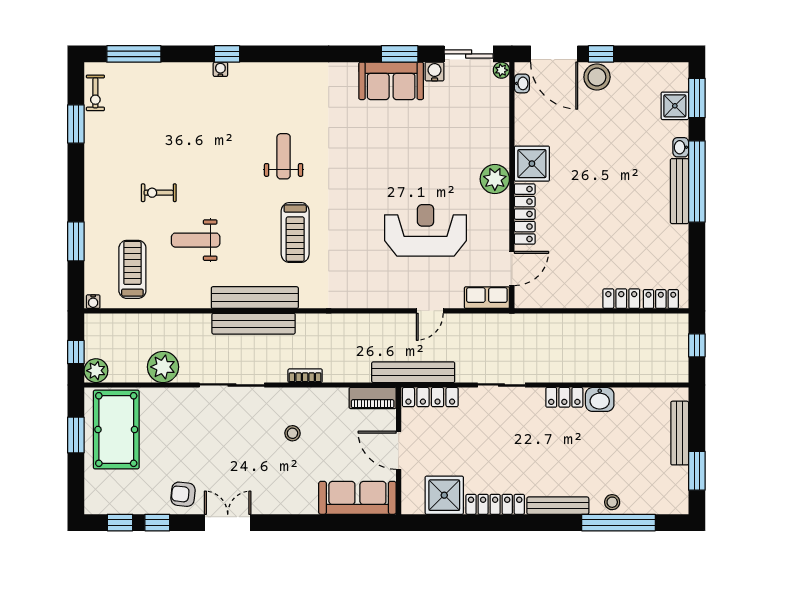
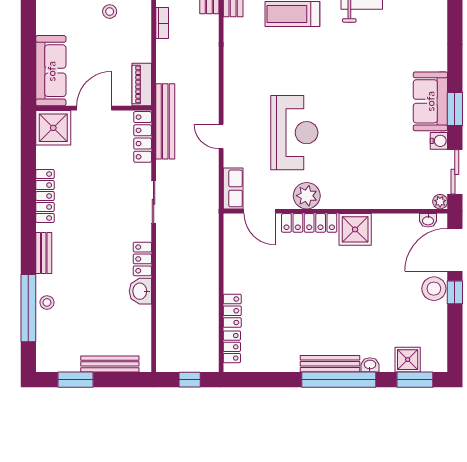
plant: (495, 179) -> (307, 196), moved
shower: (444, 495) -> (53, 128), moved
bench: (558, 506) -> (44, 253), width x0.73

